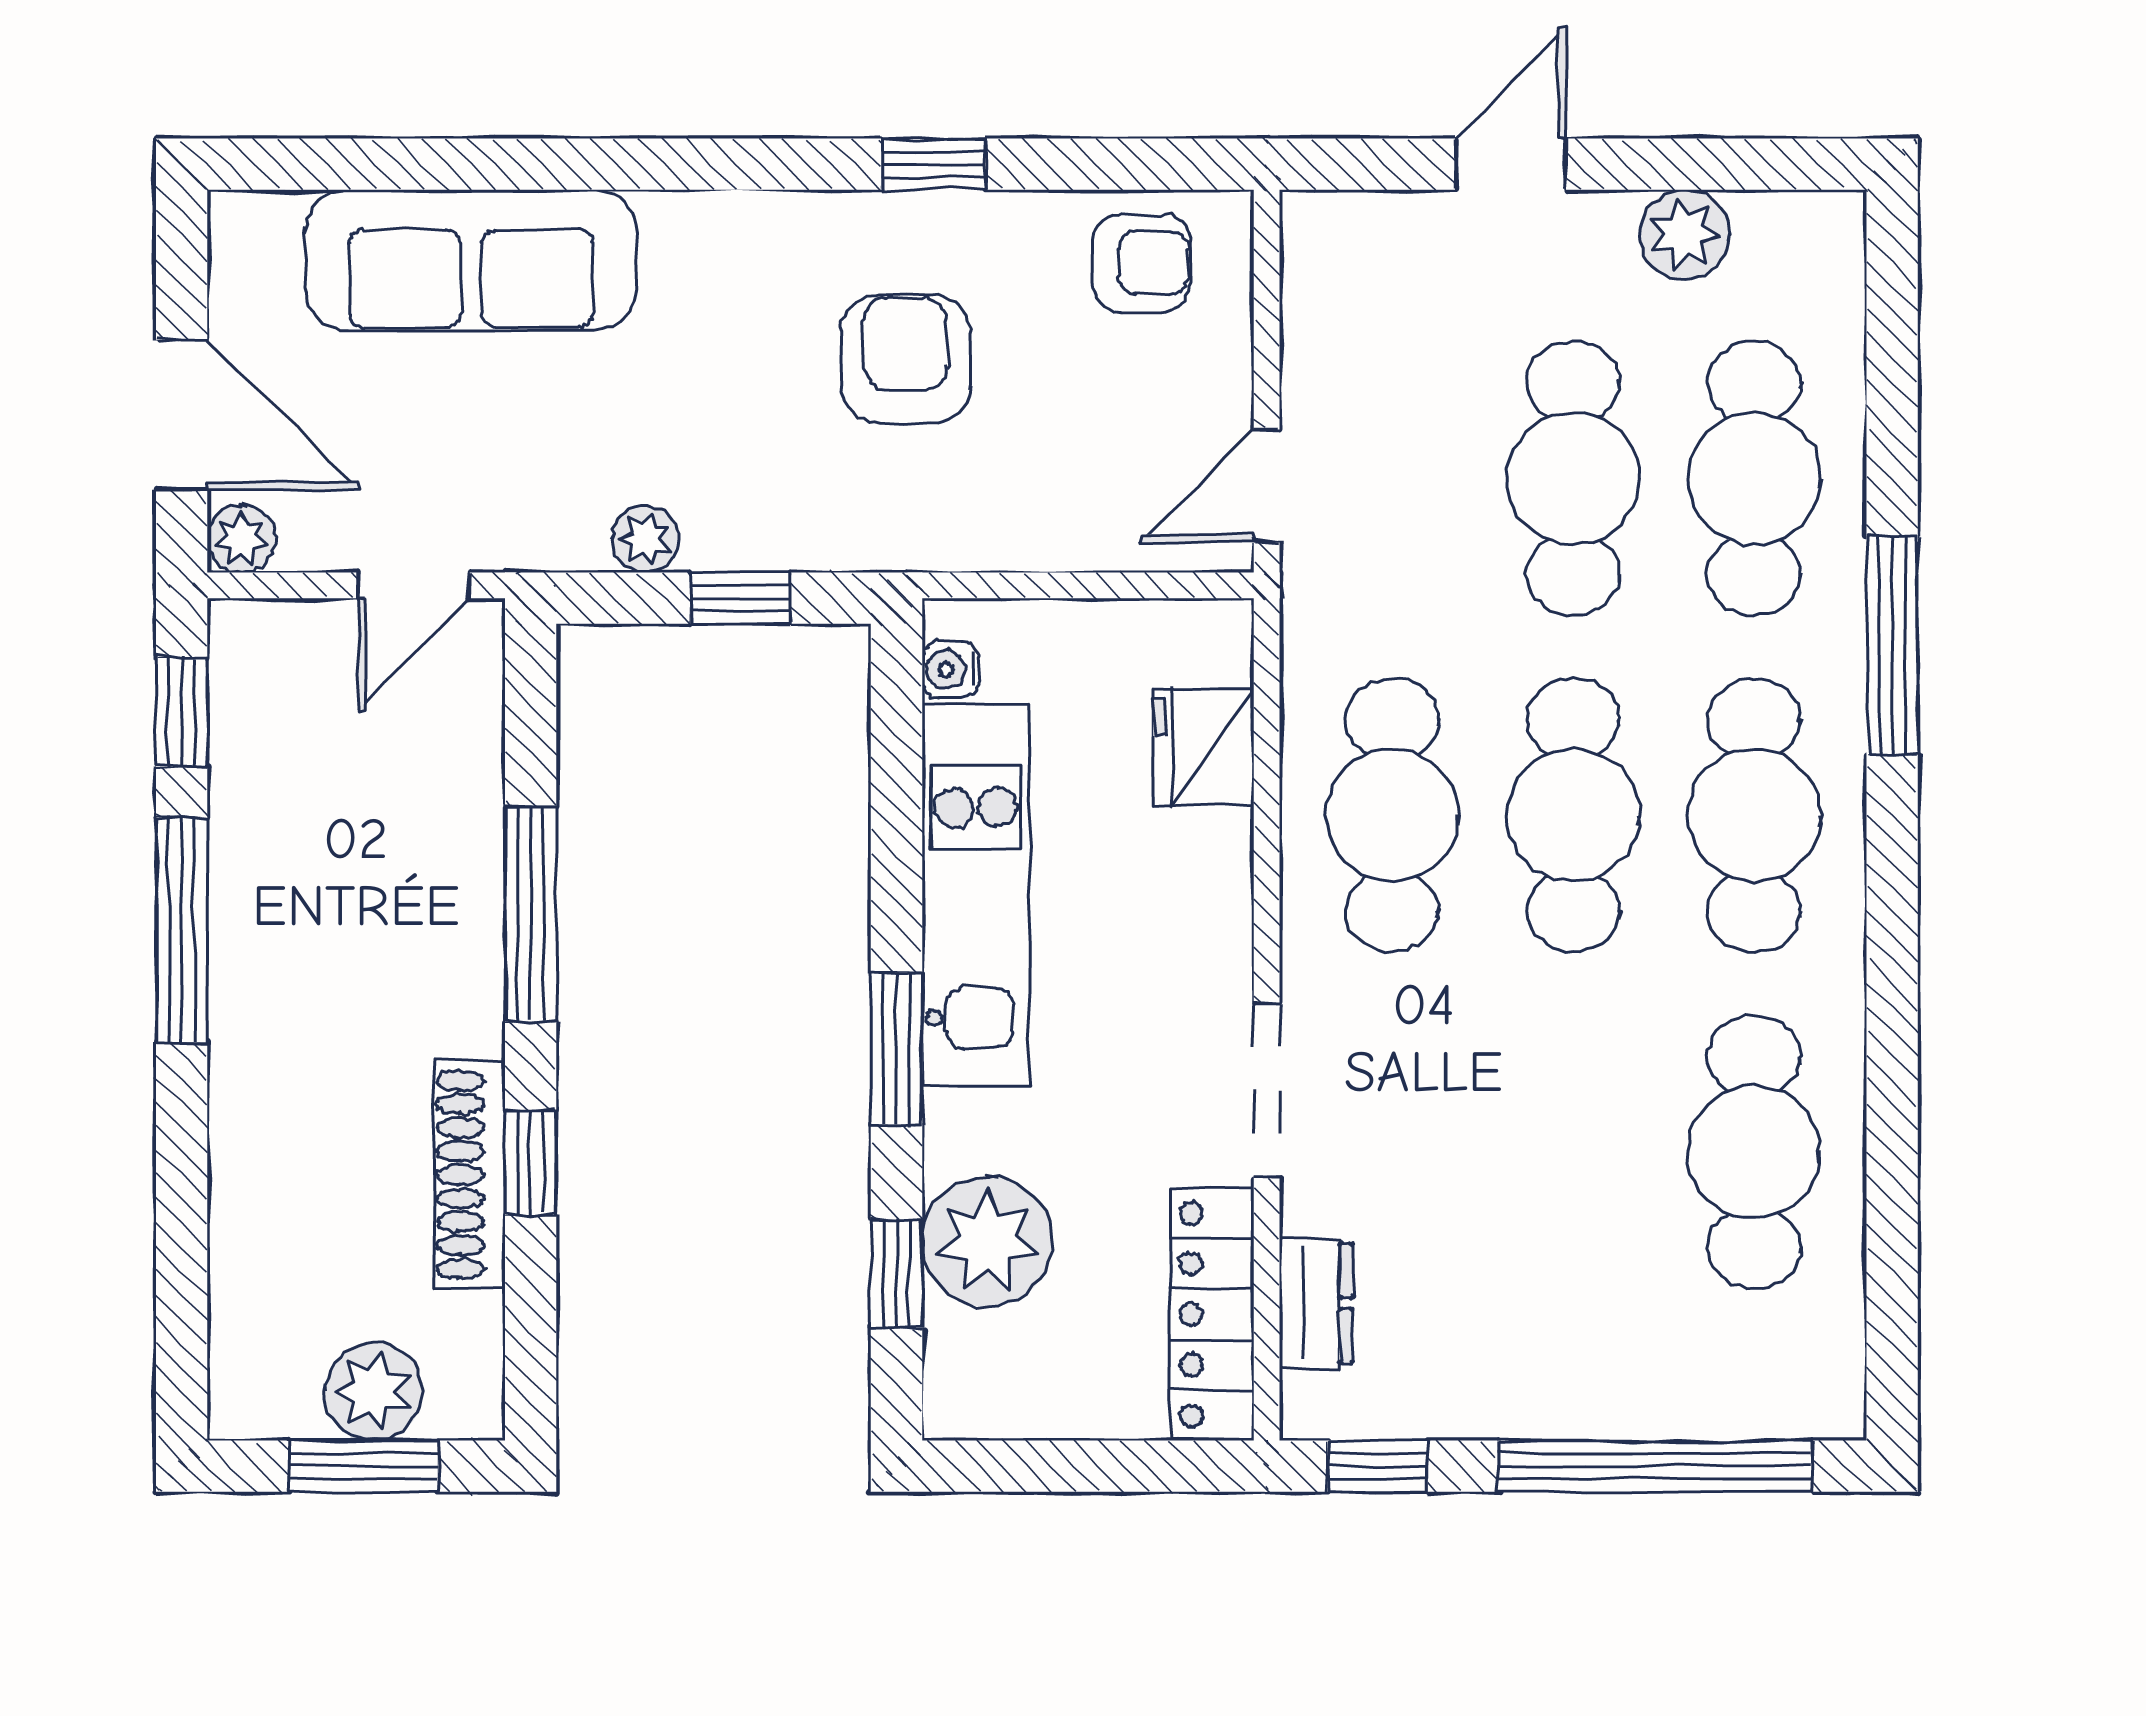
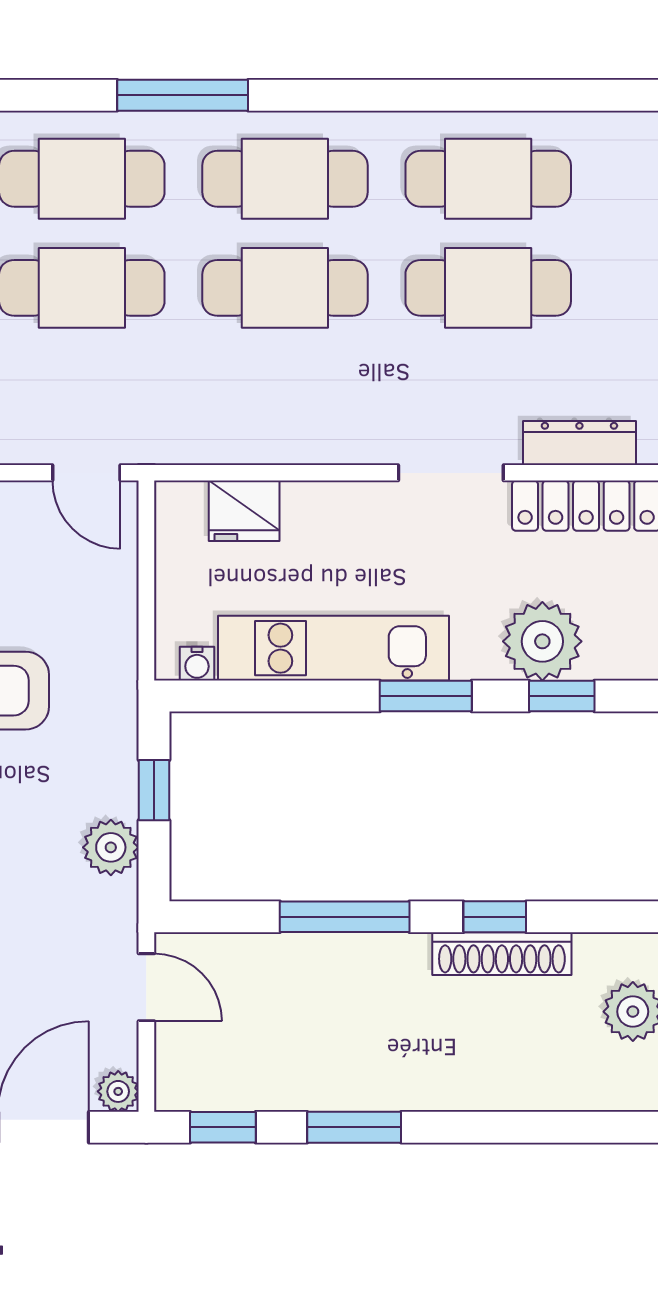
plant: (646, 539) -> (111, 847), width x1.38, depth x1.38
cafe table: (1392, 815) -> (488, 288), moved
window: (182, 930) -> (354, 1127), width x0.69
dresser: (1316, 1303) -> (579, 443), width x1.44

